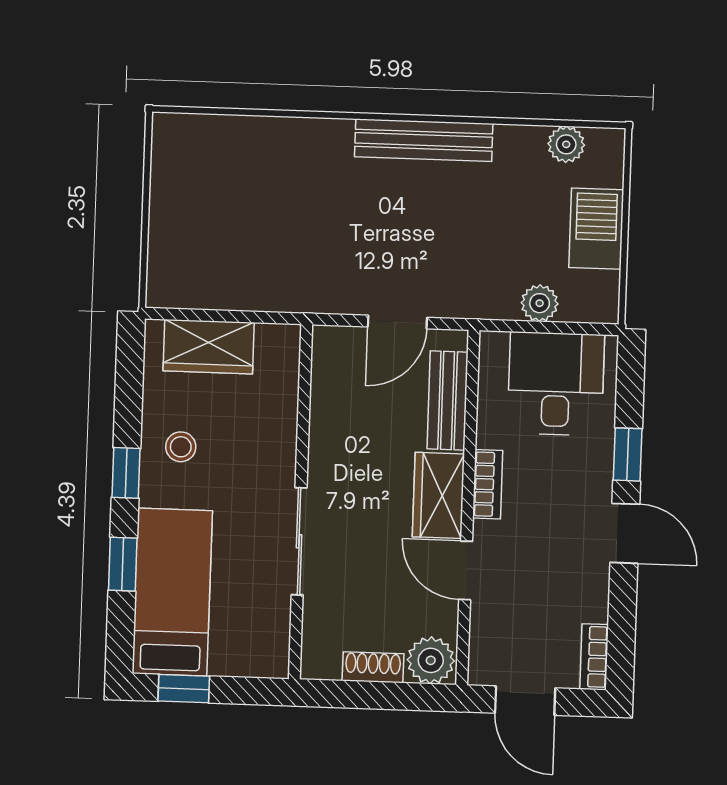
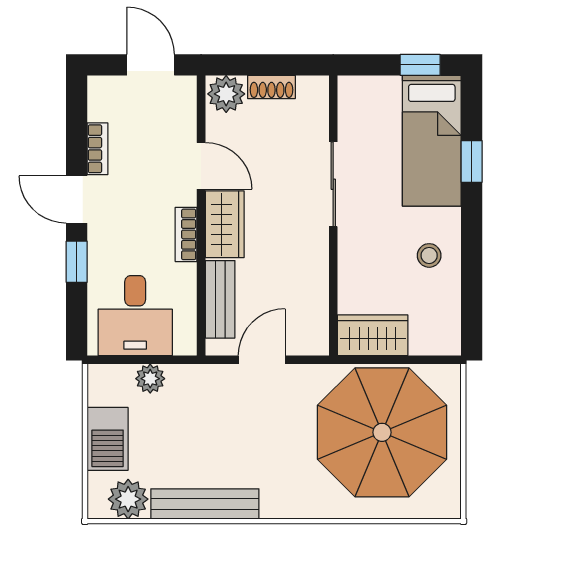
bench: (424, 140) -> (205, 504), moved
plant: (566, 144) -> (128, 499), width x1.38, depth x1.38
parasol: (248, 225) -> (382, 432), added
wardrobe: (209, 347) -> (373, 335), moved
window: (126, 473) -> (472, 233), removed
bookcase: (594, 657) -> (97, 149), moved

